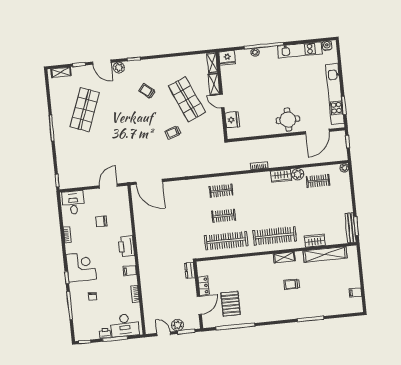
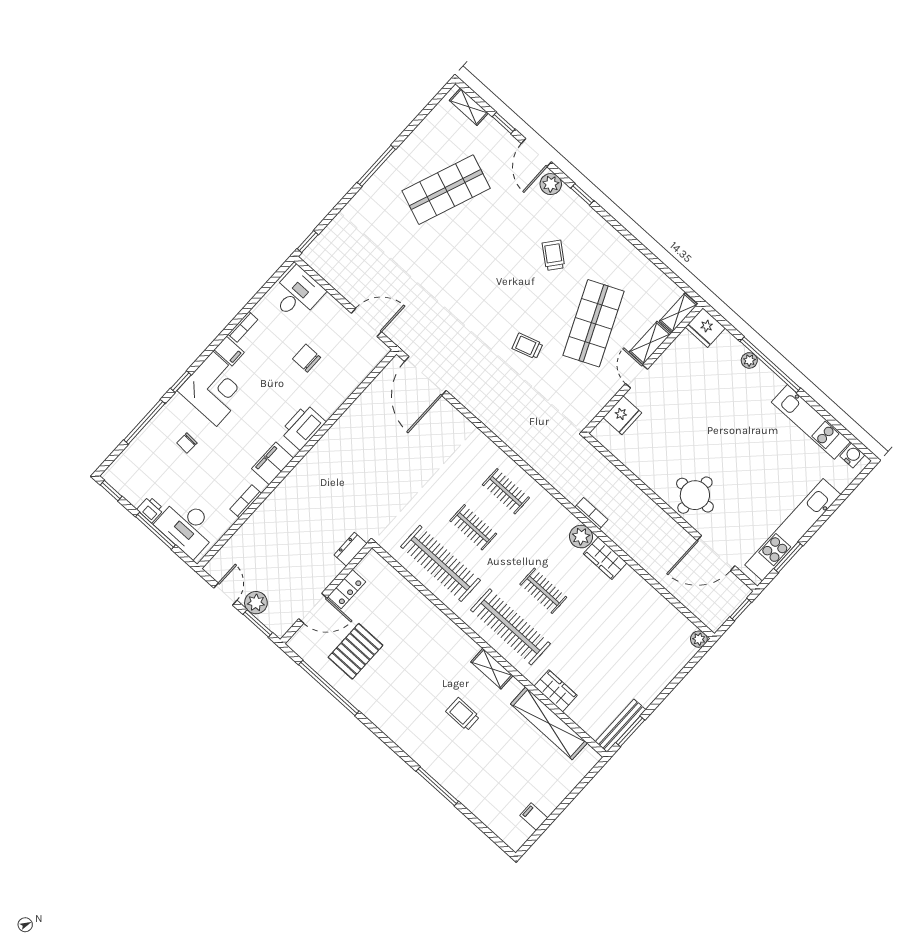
plant: (298, 174) -> (581, 537), moved
clothes rail: (318, 181) -> (543, 591), moved
filing cabinet: (72, 248) -> (229, 351), added
filing cabinet: (130, 271) -> (273, 463), width x2.00

